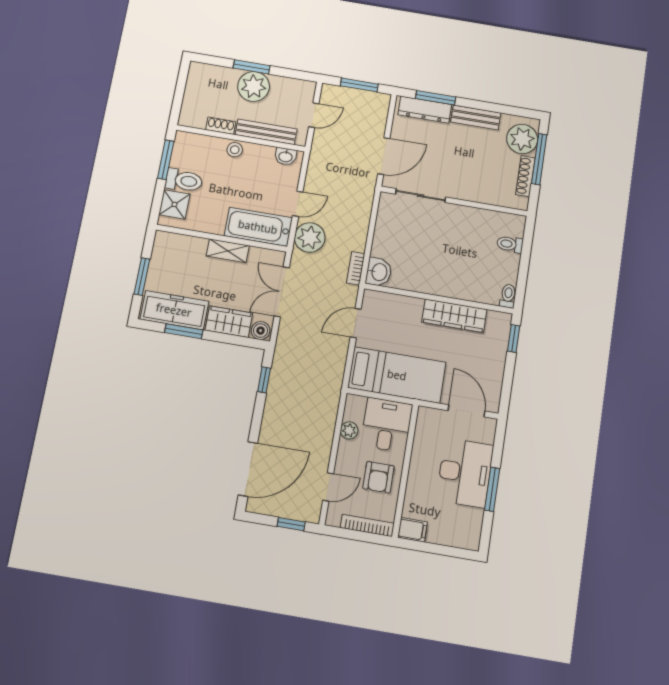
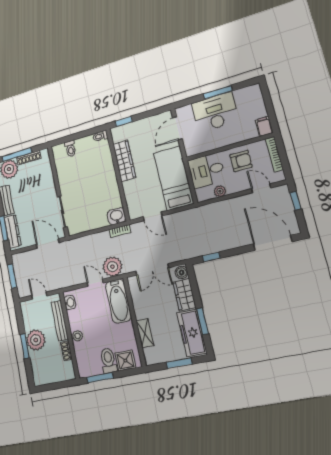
shelving: (228, 251) -> (145, 333), moved

